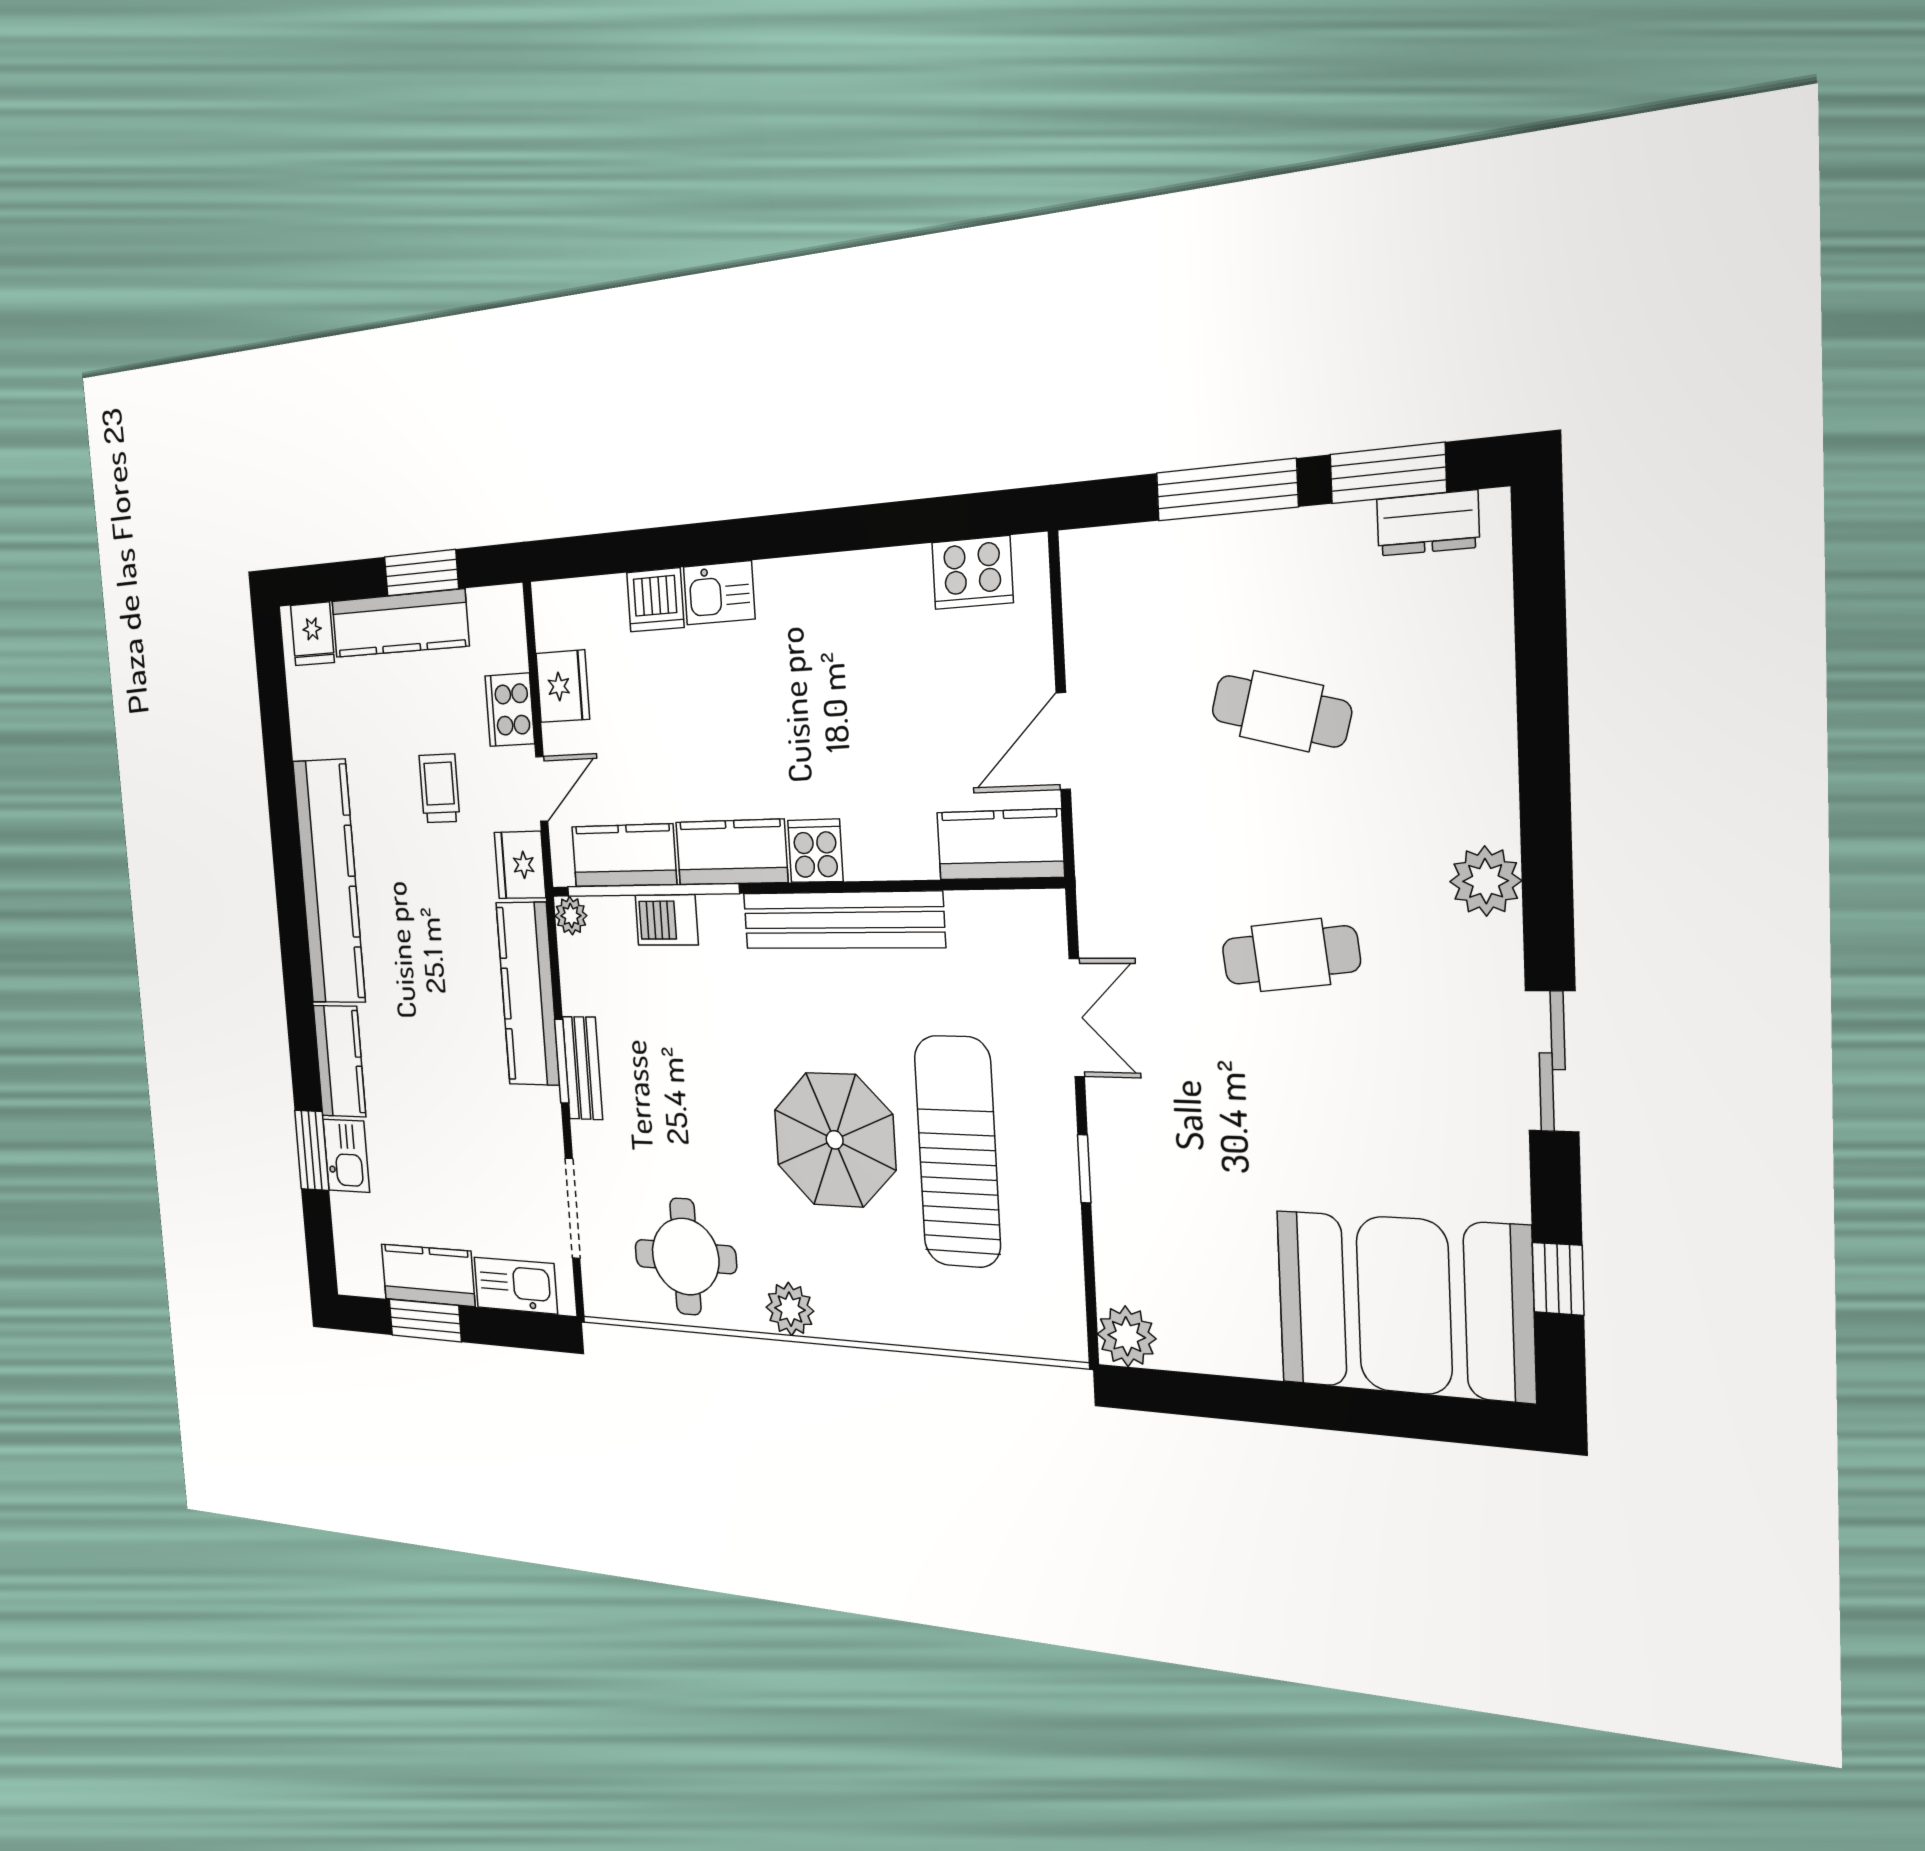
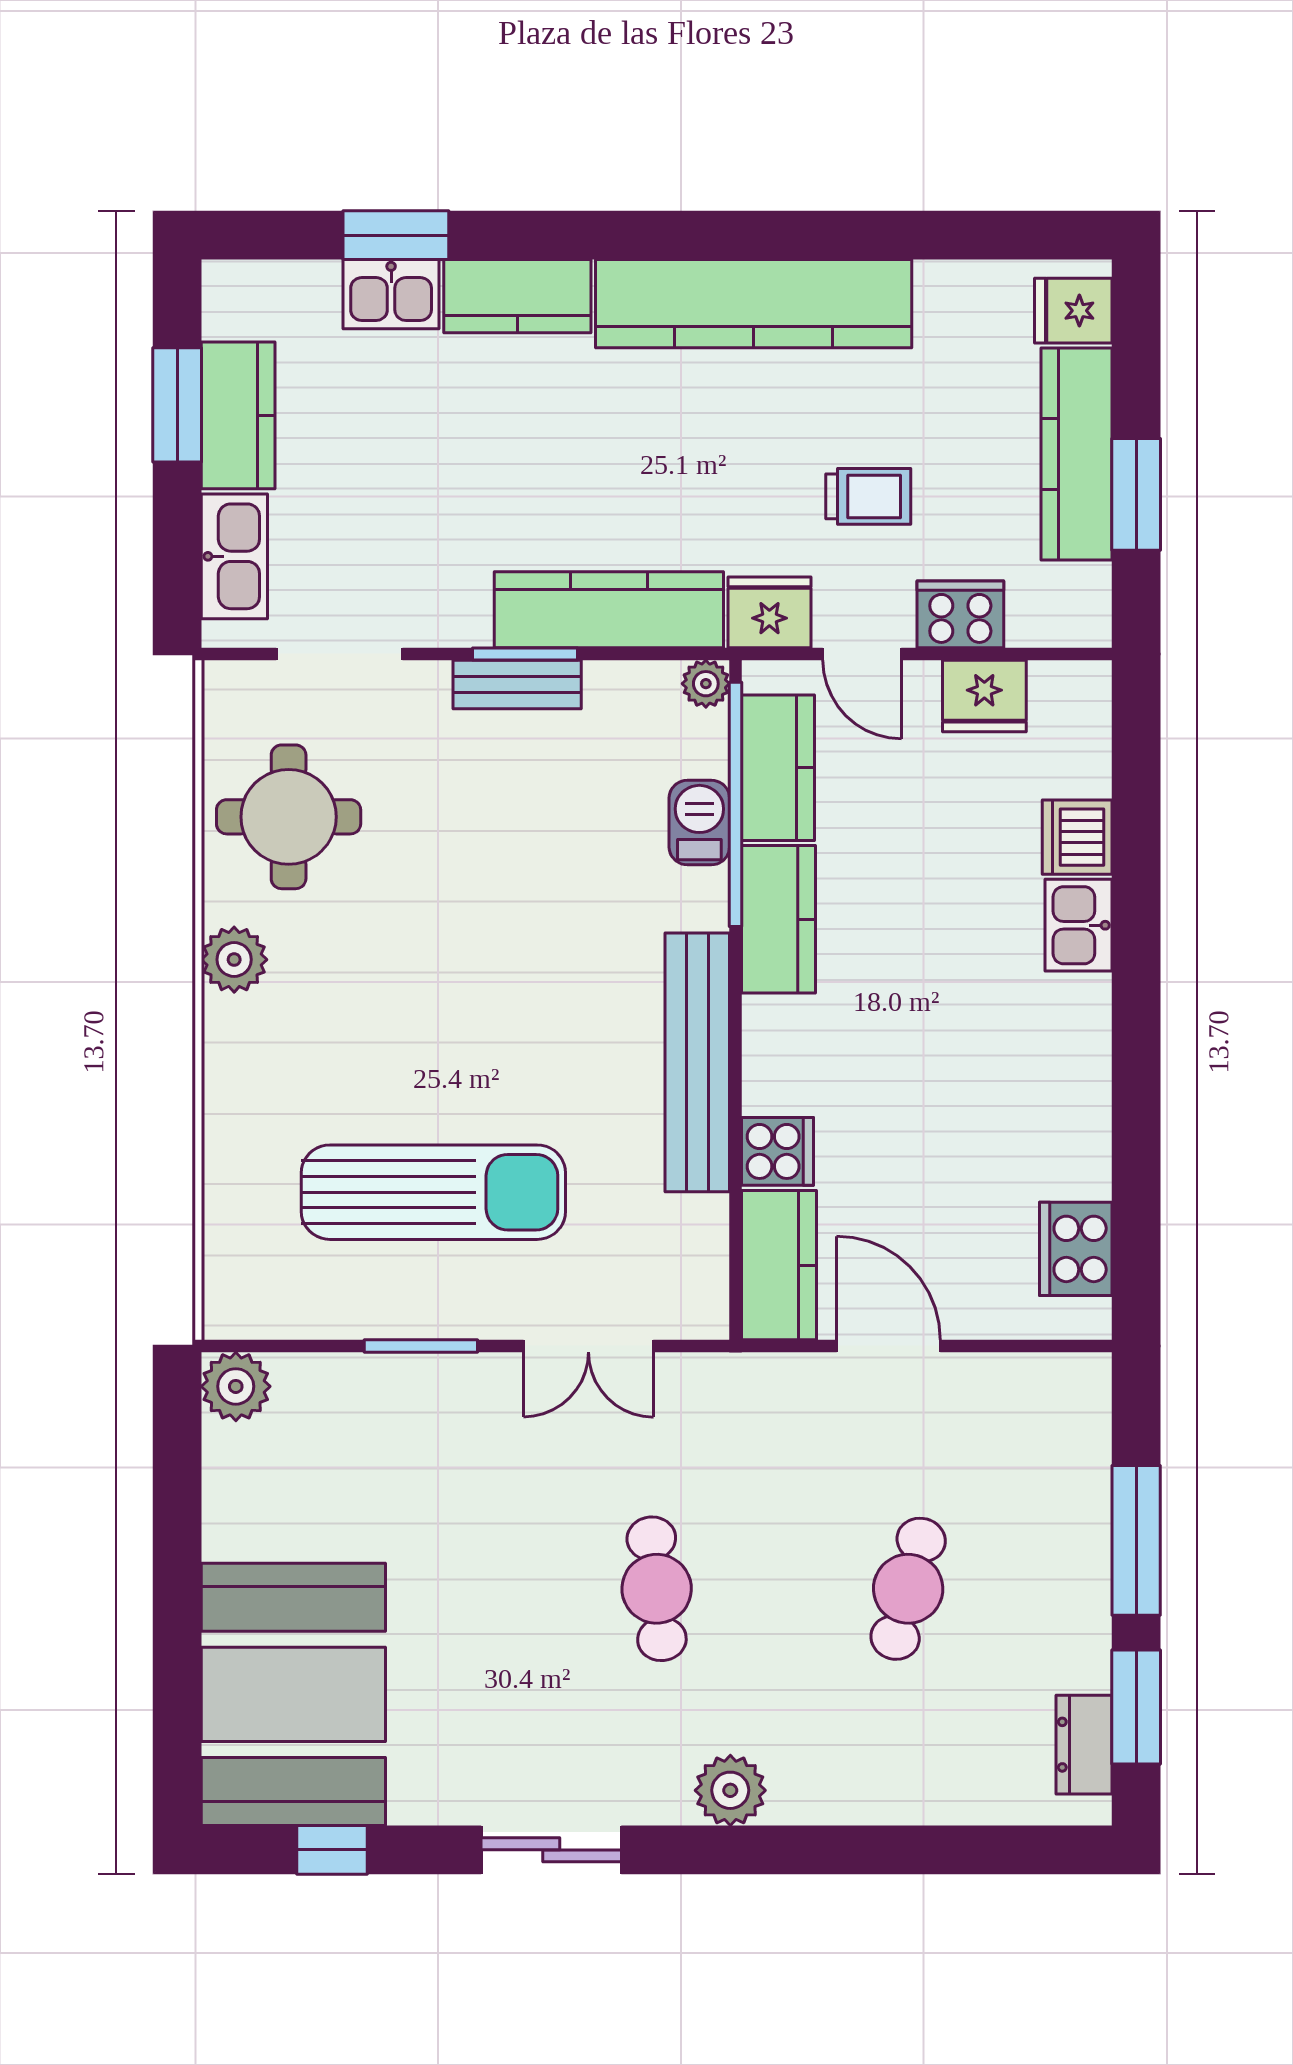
cooker: (815, 851) -> (777, 1151), moved
parasol: (835, 1140) -> (441, 1034), removed
window: (1084, 1169) -> (421, 1346), width x1.50

